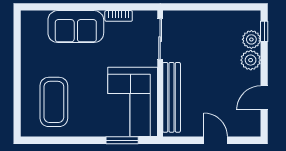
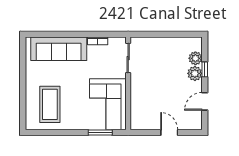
sofa: (76, 27) -> (59, 49), width x1.36
window: (264, 31) -> (205, 69), moved
bench: (172, 97) -> (137, 101), removed

